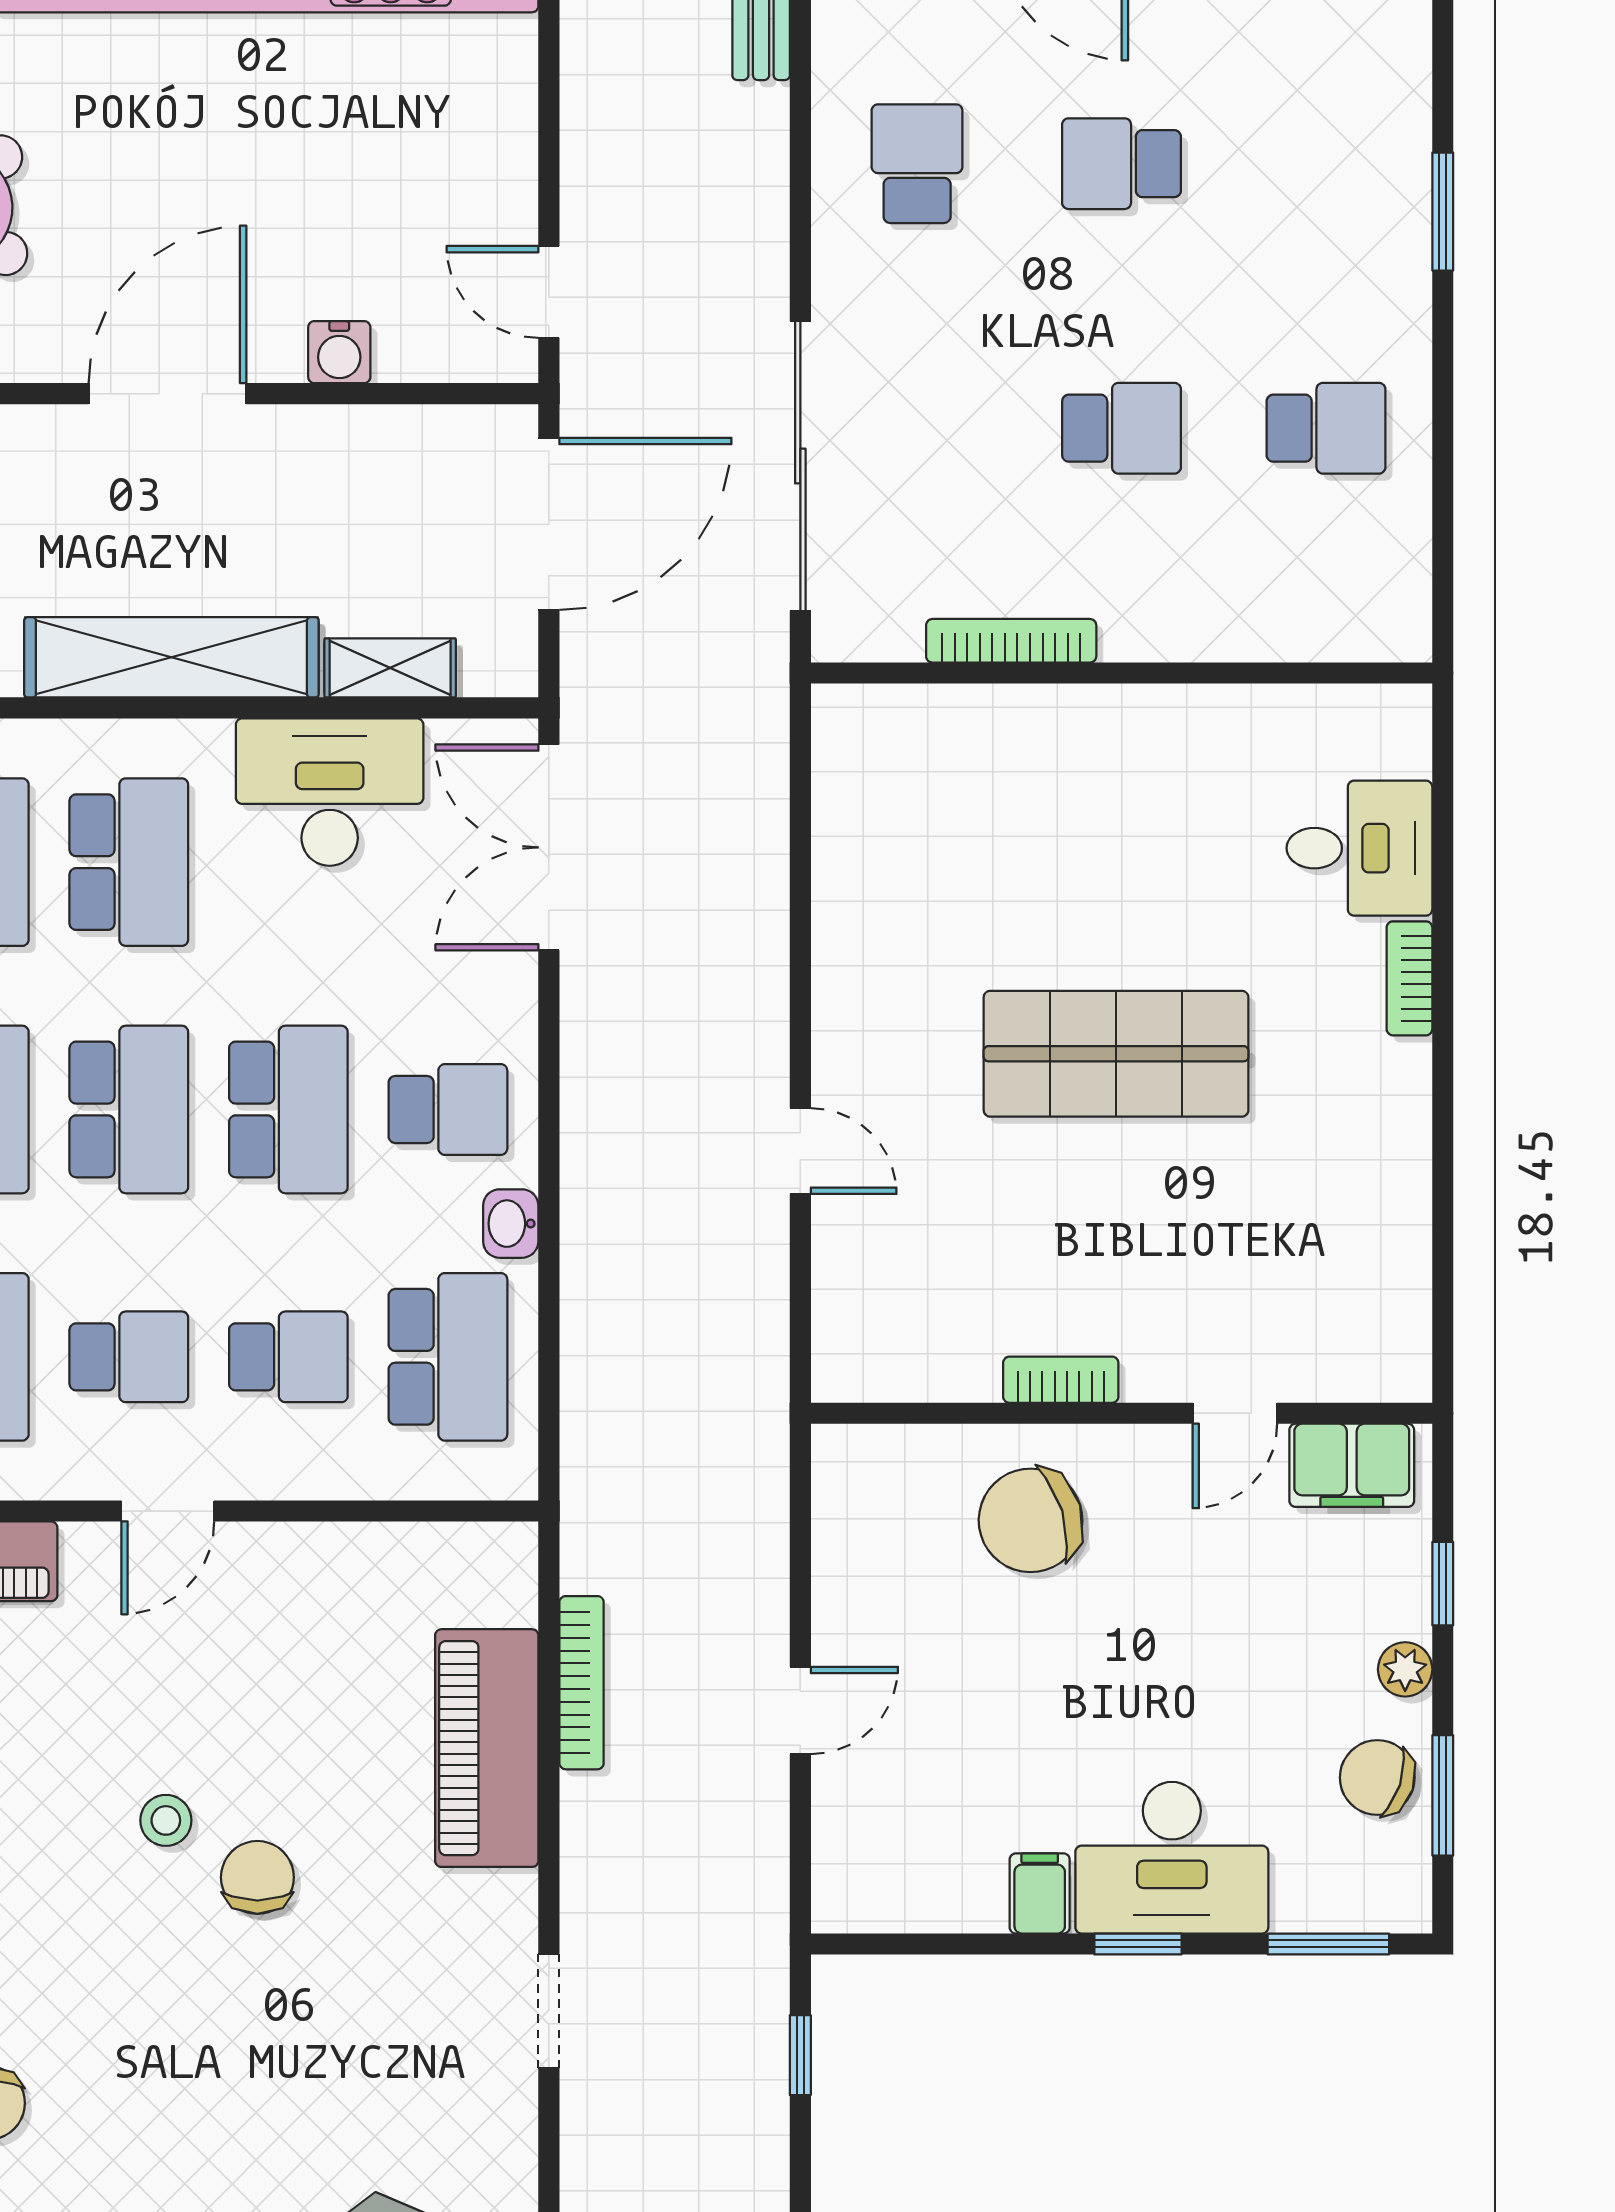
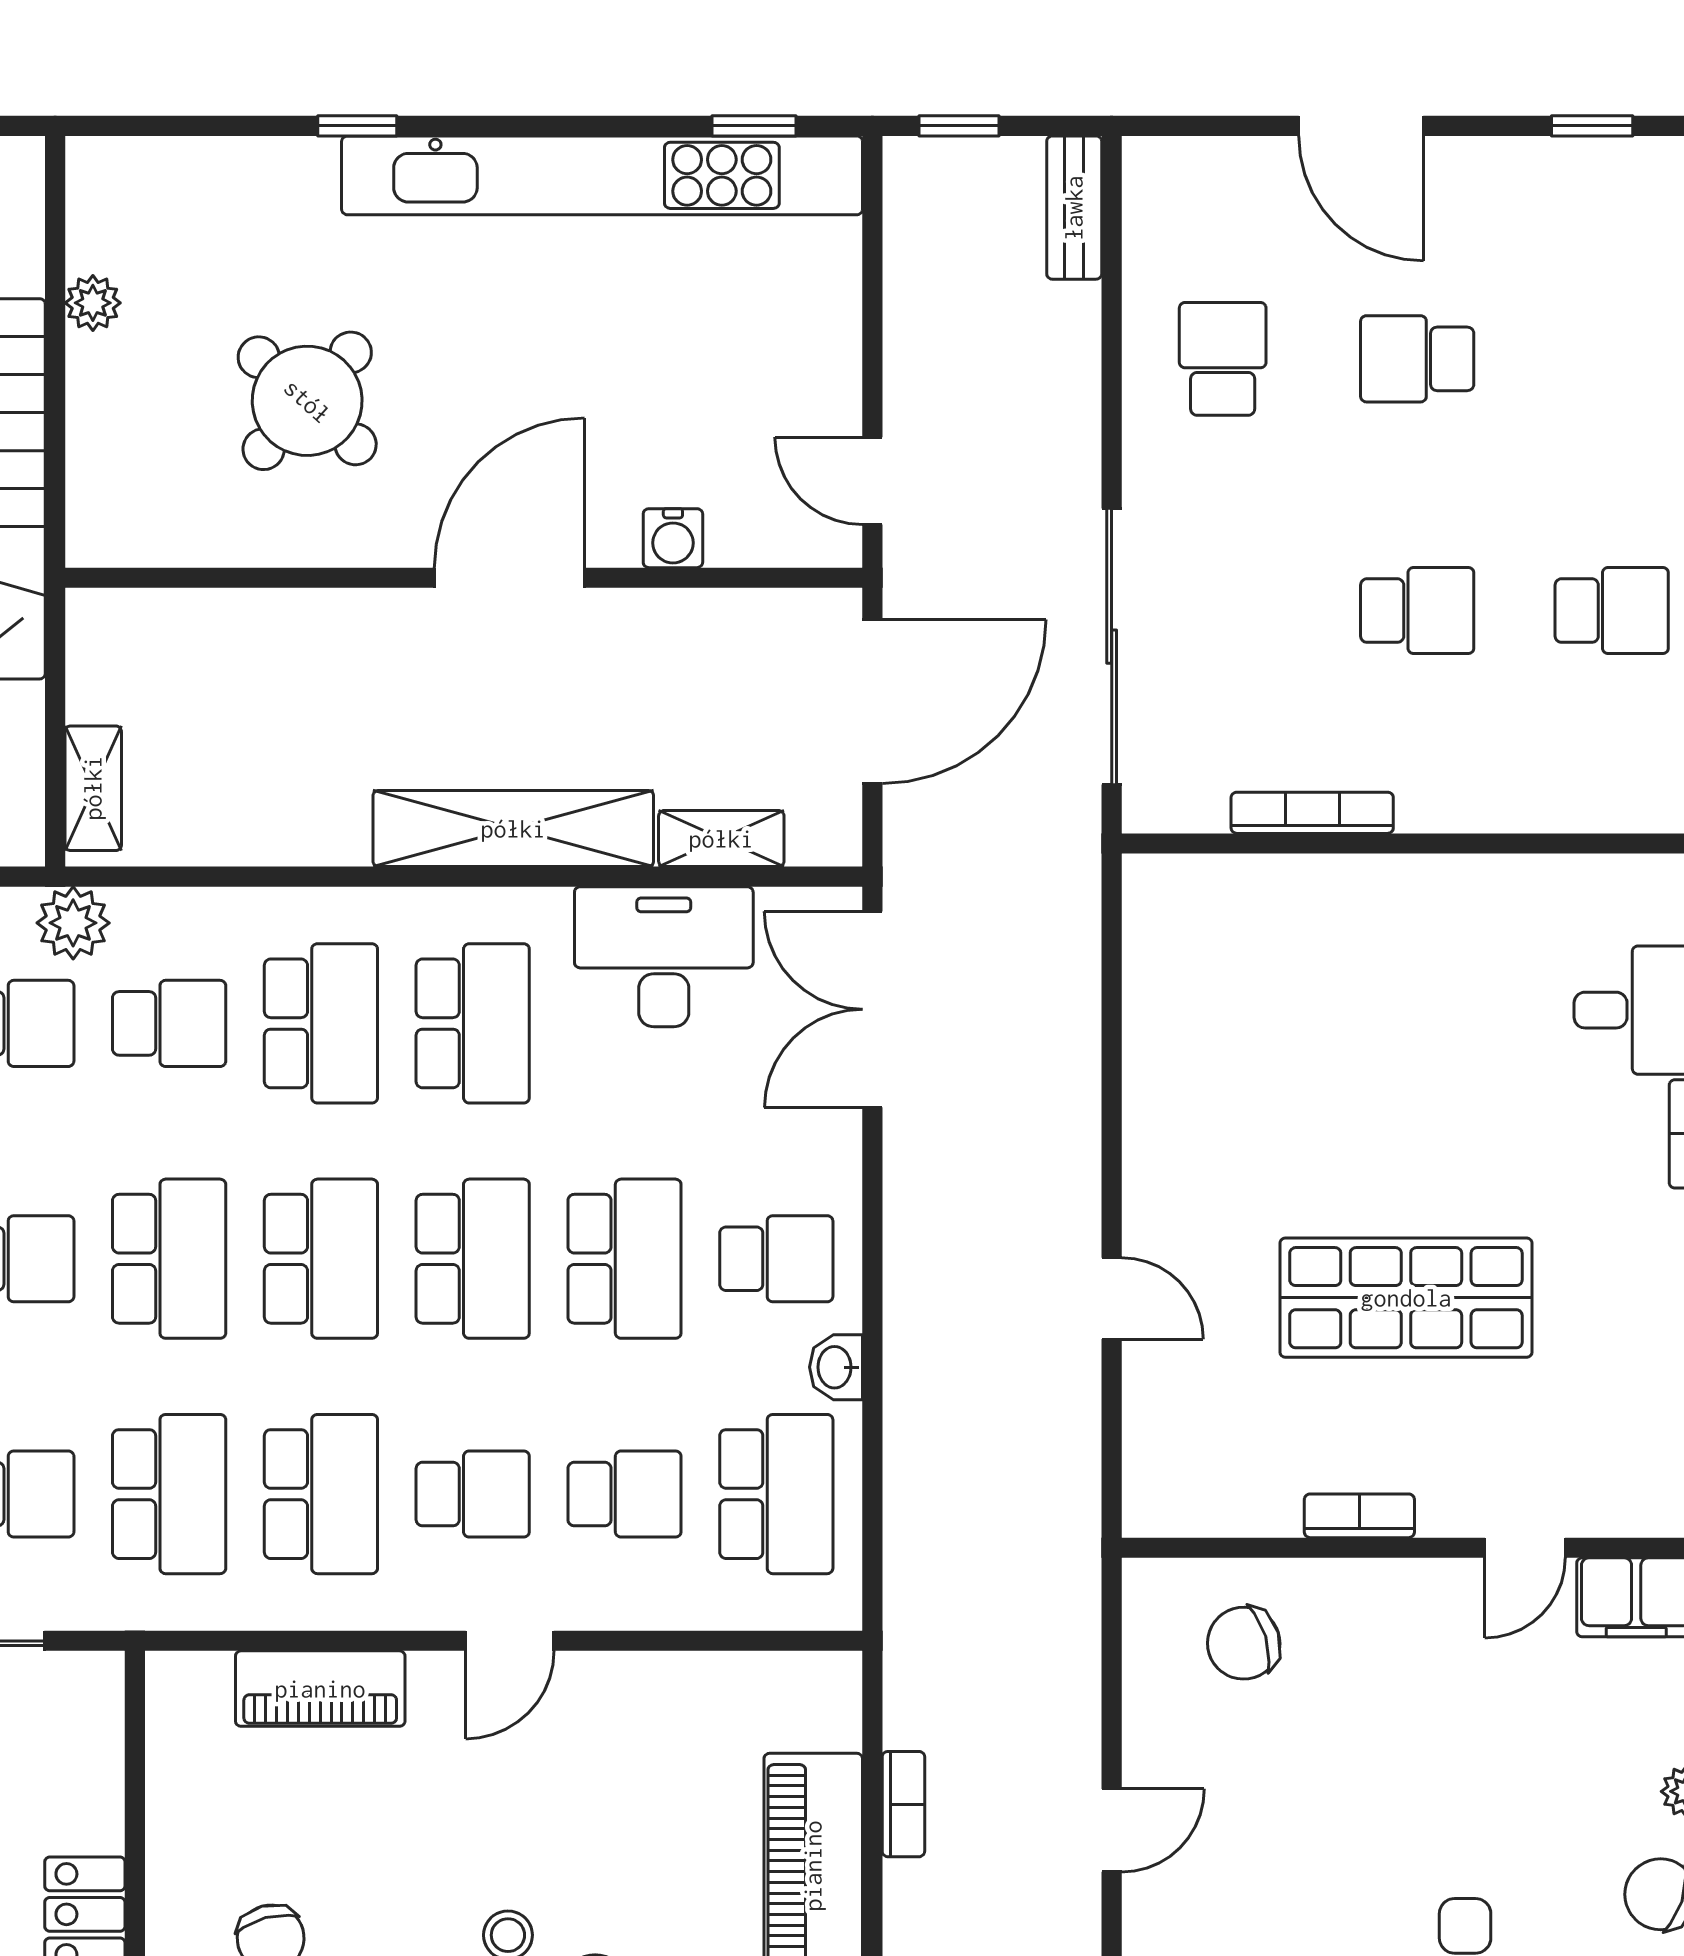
shop shelf: (1116, 1054) -> (1406, 1298), moved
chair: (1031, 1520) -> (1244, 1643), moved, width x0.73, depth x0.73
bookcase: (582, 1683) -> (903, 1804), width x0.64

